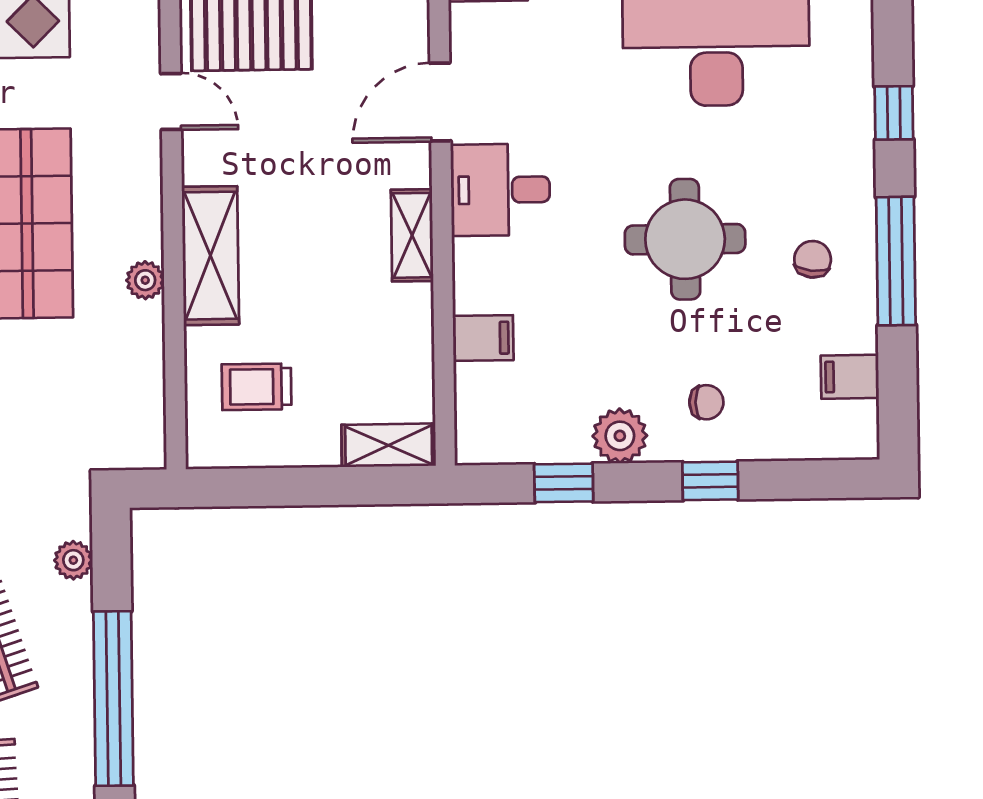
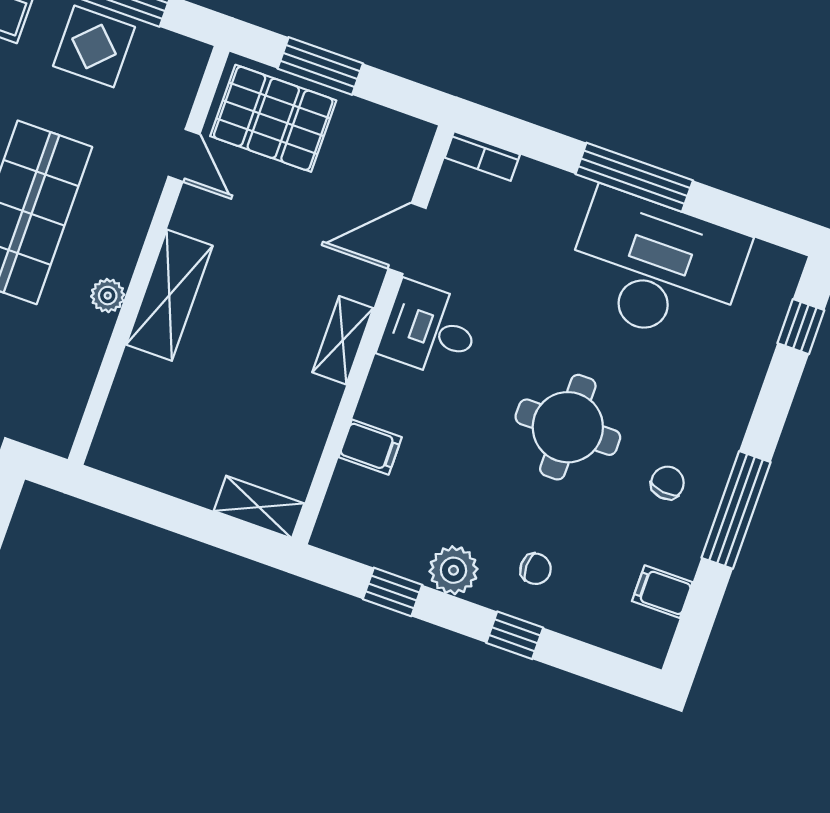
window: (894, 113) -> (801, 327), moved
trolley: (257, 387) -> (167, 418), removed

